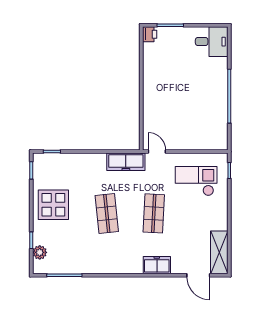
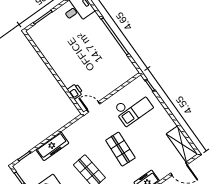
printer: (150, 34) -> (75, 91), moved
freezer: (126, 162) -> (52, 146), moved
checkout: (196, 181) -> (133, 108), turned 180

